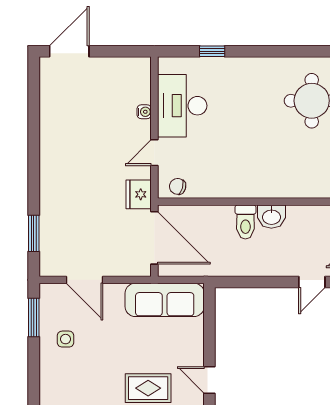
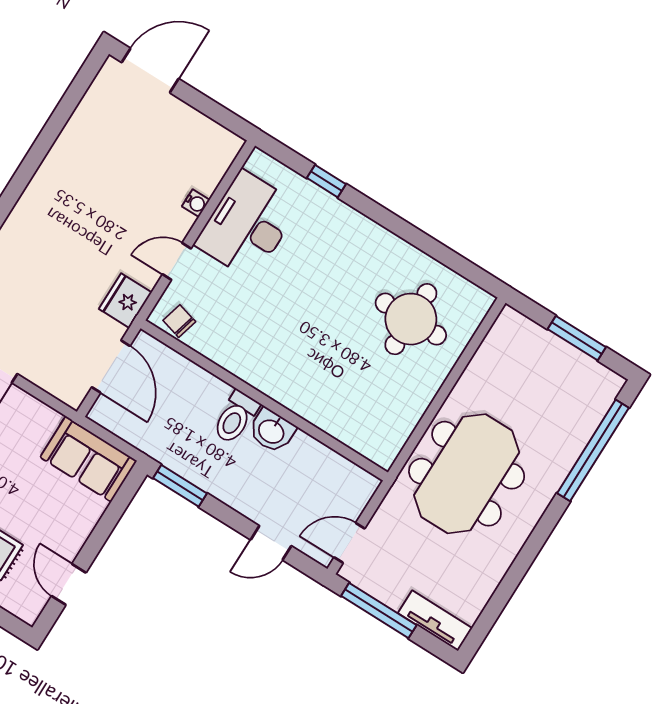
door: (154, 238) -> (111, 367), width x0.73
window: (238, 282) -> (180, 486), added
sofa: (165, 300) -> (88, 459), width x0.73

